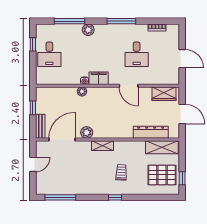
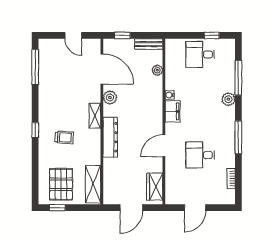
plant: (82, 91) -> (157, 70), moved
window: (33, 108) -> (122, 35), moved
bench: (40, 126) -> (149, 44), moved
dresser: (151, 132) -> (110, 137), moved

